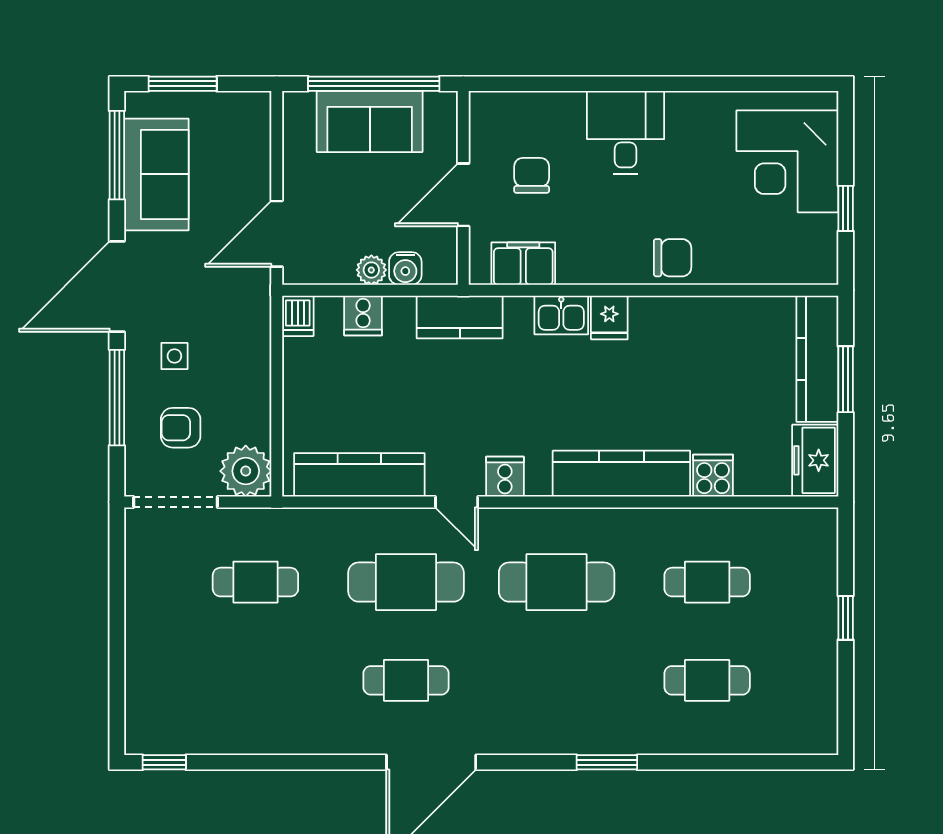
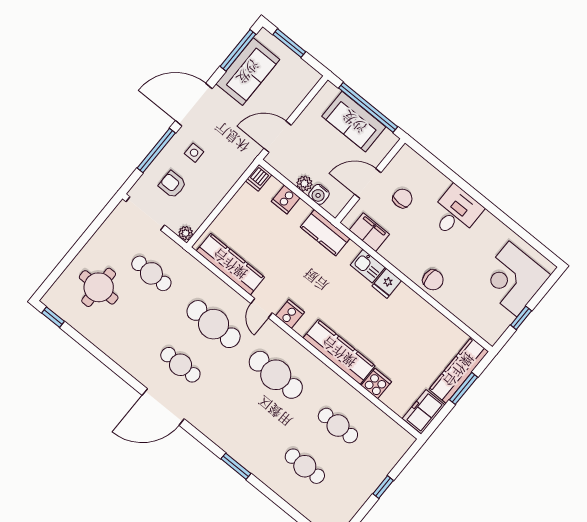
plant: (246, 471) -> (186, 233), width x0.53, depth x0.53
round table: (195, 665) -> (99, 287), added

